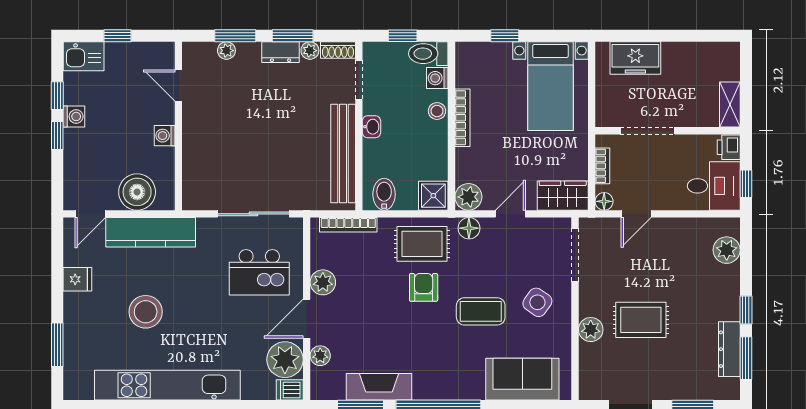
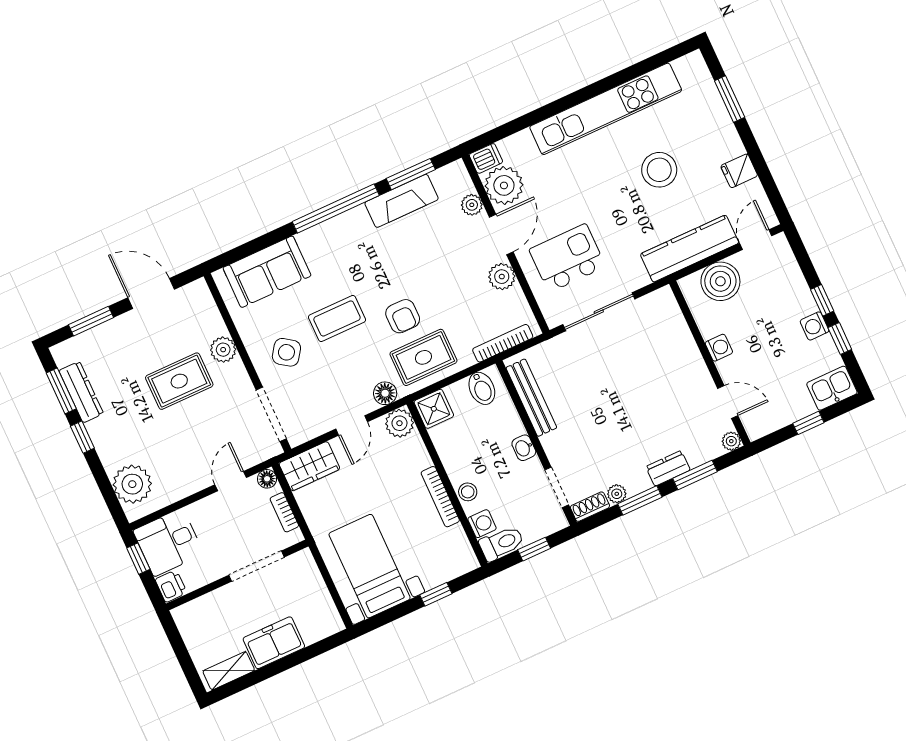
plant: (226, 51) -> (731, 441), moved
dresser: (281, 52) -> (668, 468), moved
freezer: (635, 58) -> (274, 643), moved
shelving: (730, 105) -> (229, 671), moved, turned 90
bench: (343, 153) -> (531, 398), width x0.73, depth x0.82
plant: (727, 250) -> (132, 484), width x1.36, depth x1.36

